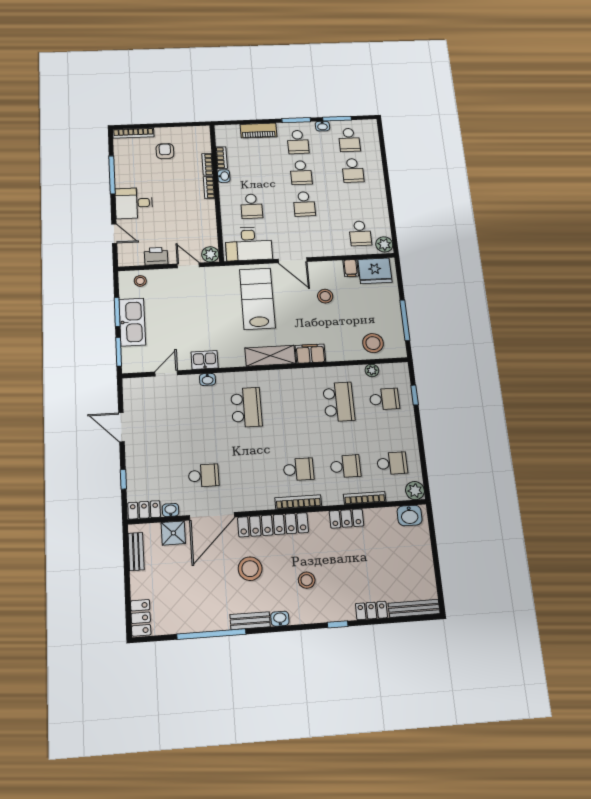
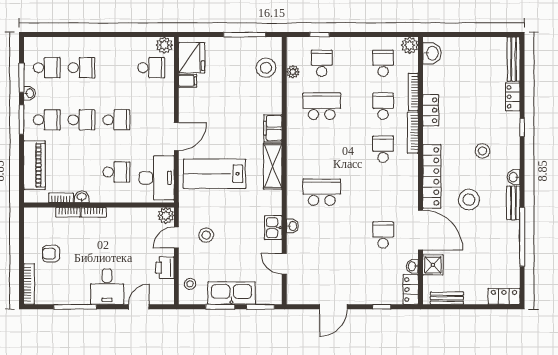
piano: (258, 131) -> (34, 165), width x1.37, depth x1.33
stool: (325, 296) -> (206, 235), moved
bookcase: (298, 502) -> (413, 133), moved

